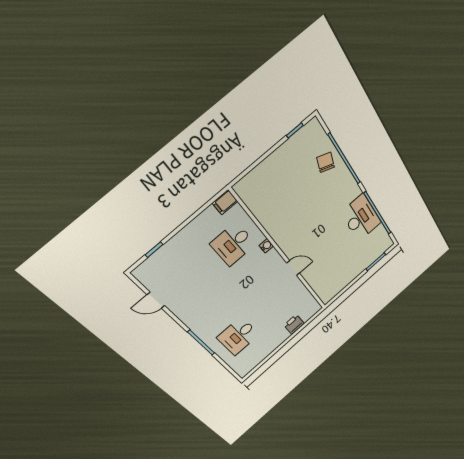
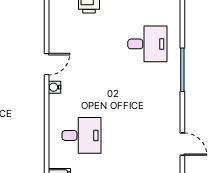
water cooler: (266, 246) -> (54, 87), moved
door: (293, 268) -> (47, 64), swing flipped

